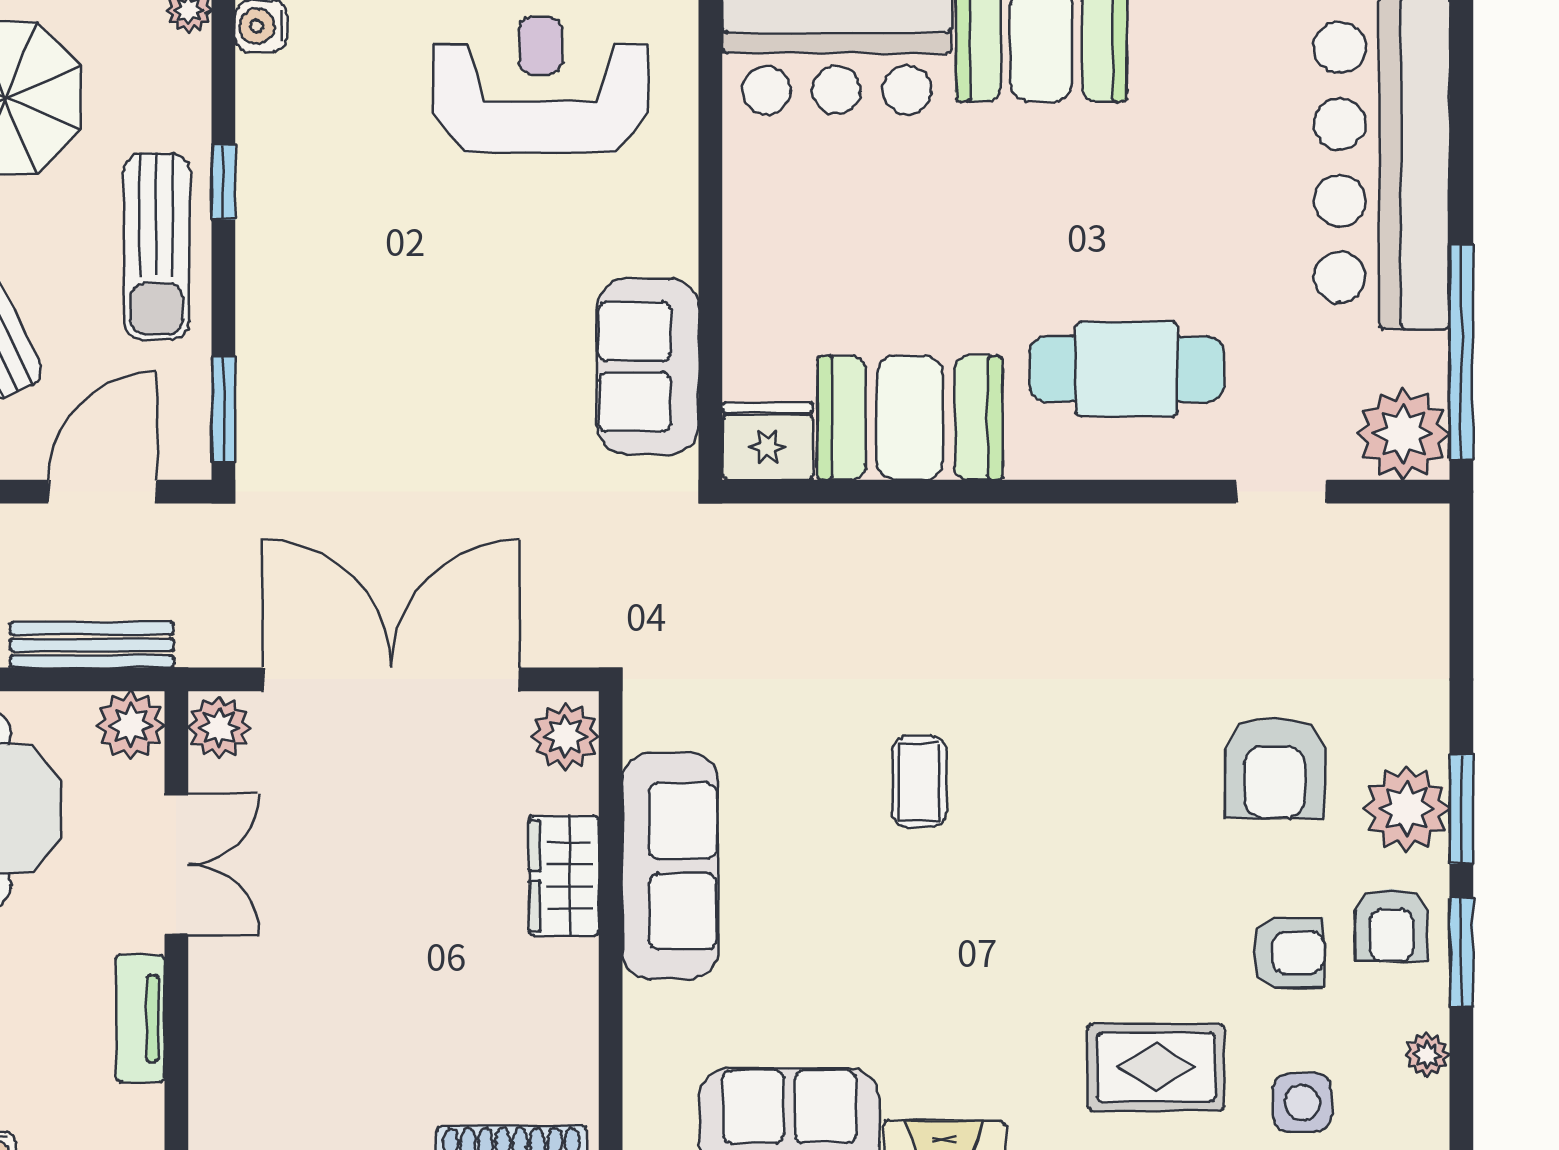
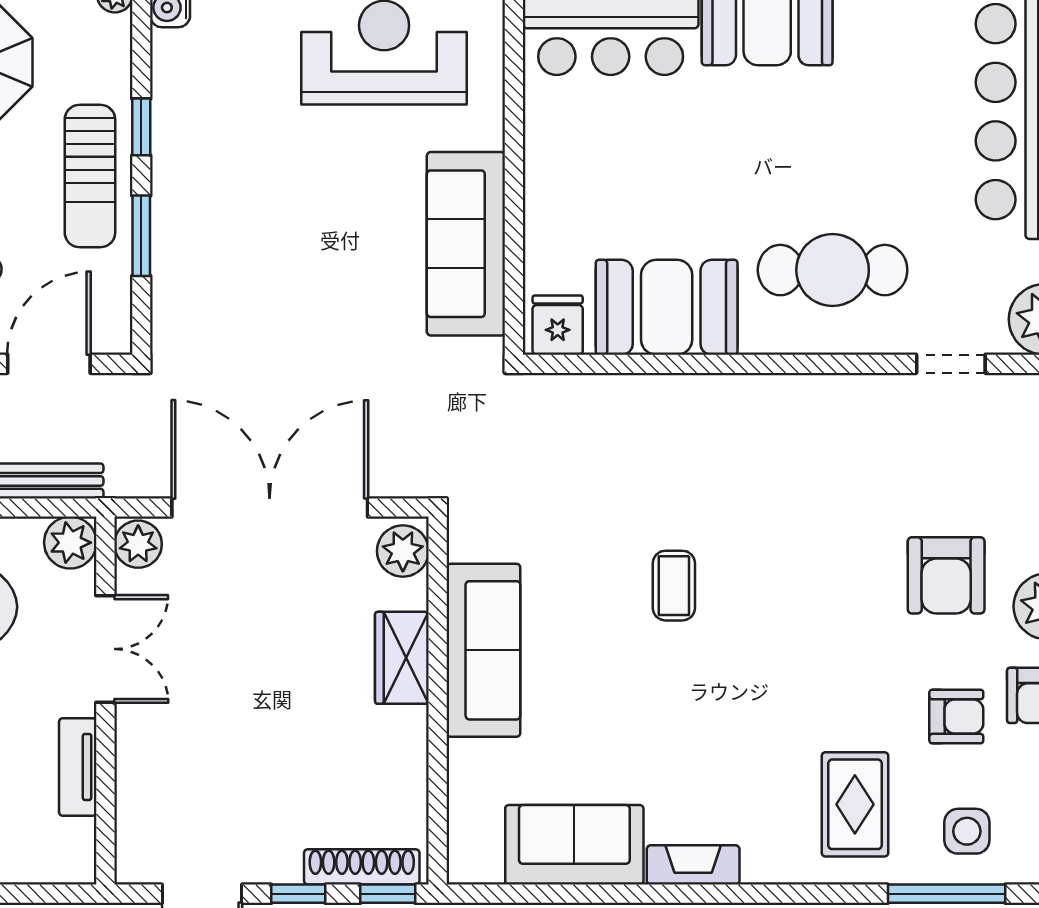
sofa: (648, 367) -> (466, 244), width x1.36
window: (223, 409) -> (141, 236), moved
fridge: (767, 441) -> (558, 325), width x0.72
rug: (1156, 1067) -> (855, 804), turned 90

